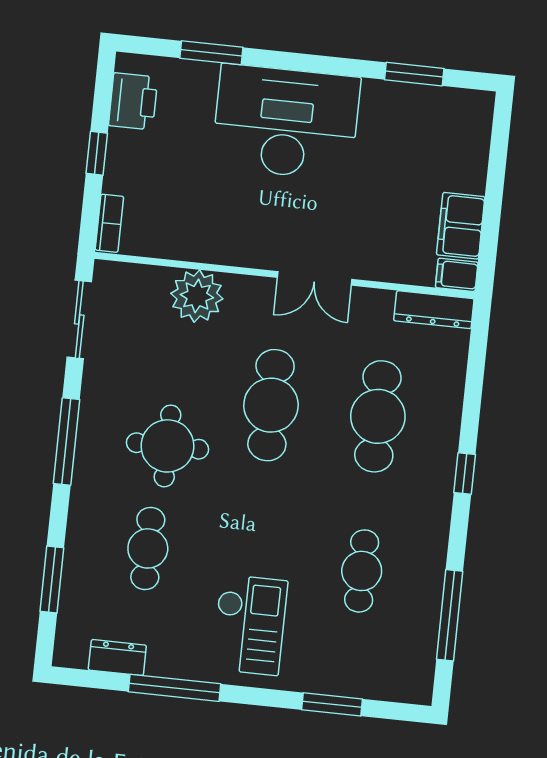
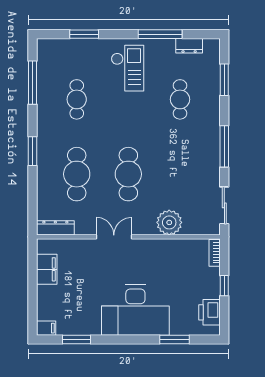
filing cabinet: (457, 275) -> (46, 328), moved
round table: (167, 446) -> (176, 149), removed
window: (465, 473) -> (32, 151), width x1.50
checkout: (250, 625) -> (128, 68), turned 180

